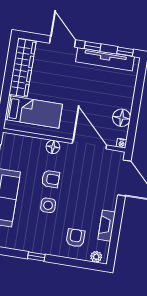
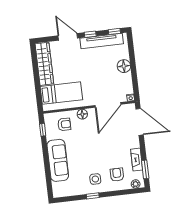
floor lamp: (122, 118) -> (124, 66), moved
door: (90, 144) -> (108, 105), swing flipped
armchair: (51, 179) -> (64, 124), moved
side table: (48, 205) -> (95, 179), moved
window: (114, 242) -> (145, 169), added

